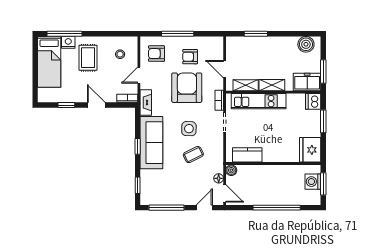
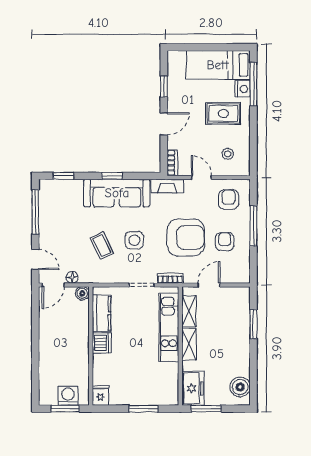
dishwasher: (313, 101) -> (102, 343), moved, turned 90
fridge: (310, 150) -> (100, 396), width x0.53, depth x0.75
window: (277, 208) -> (35, 350), removed

